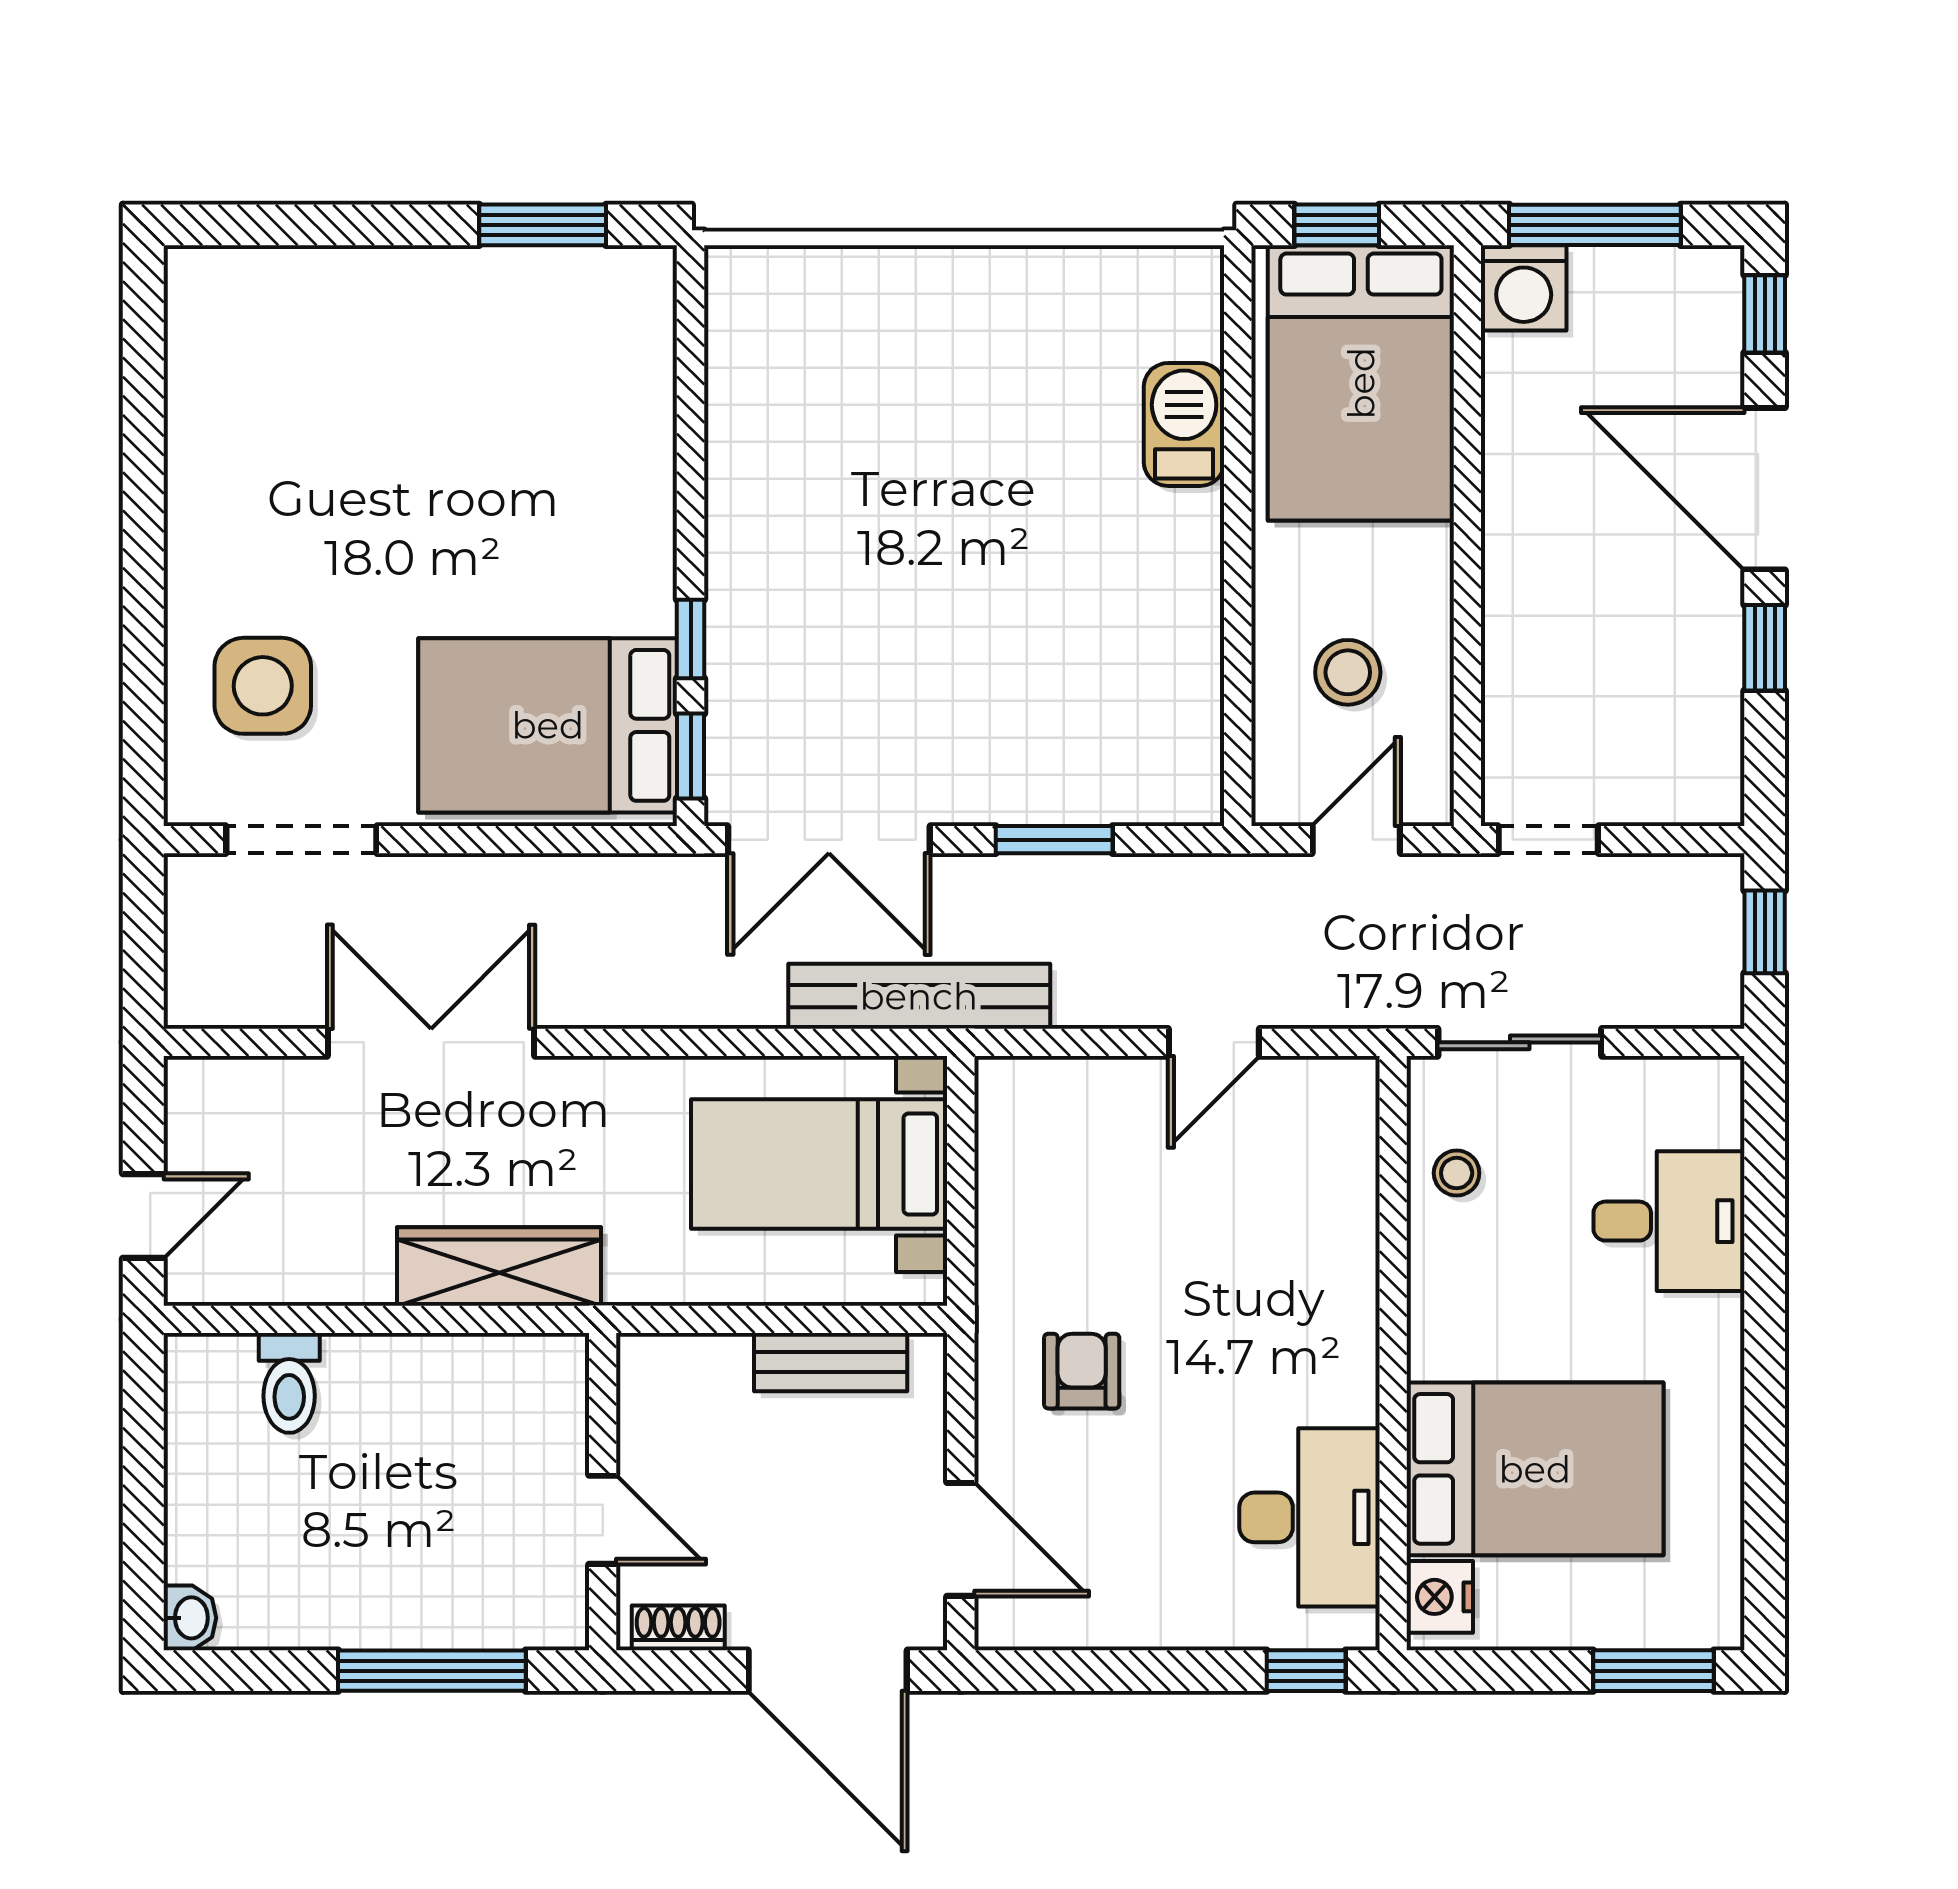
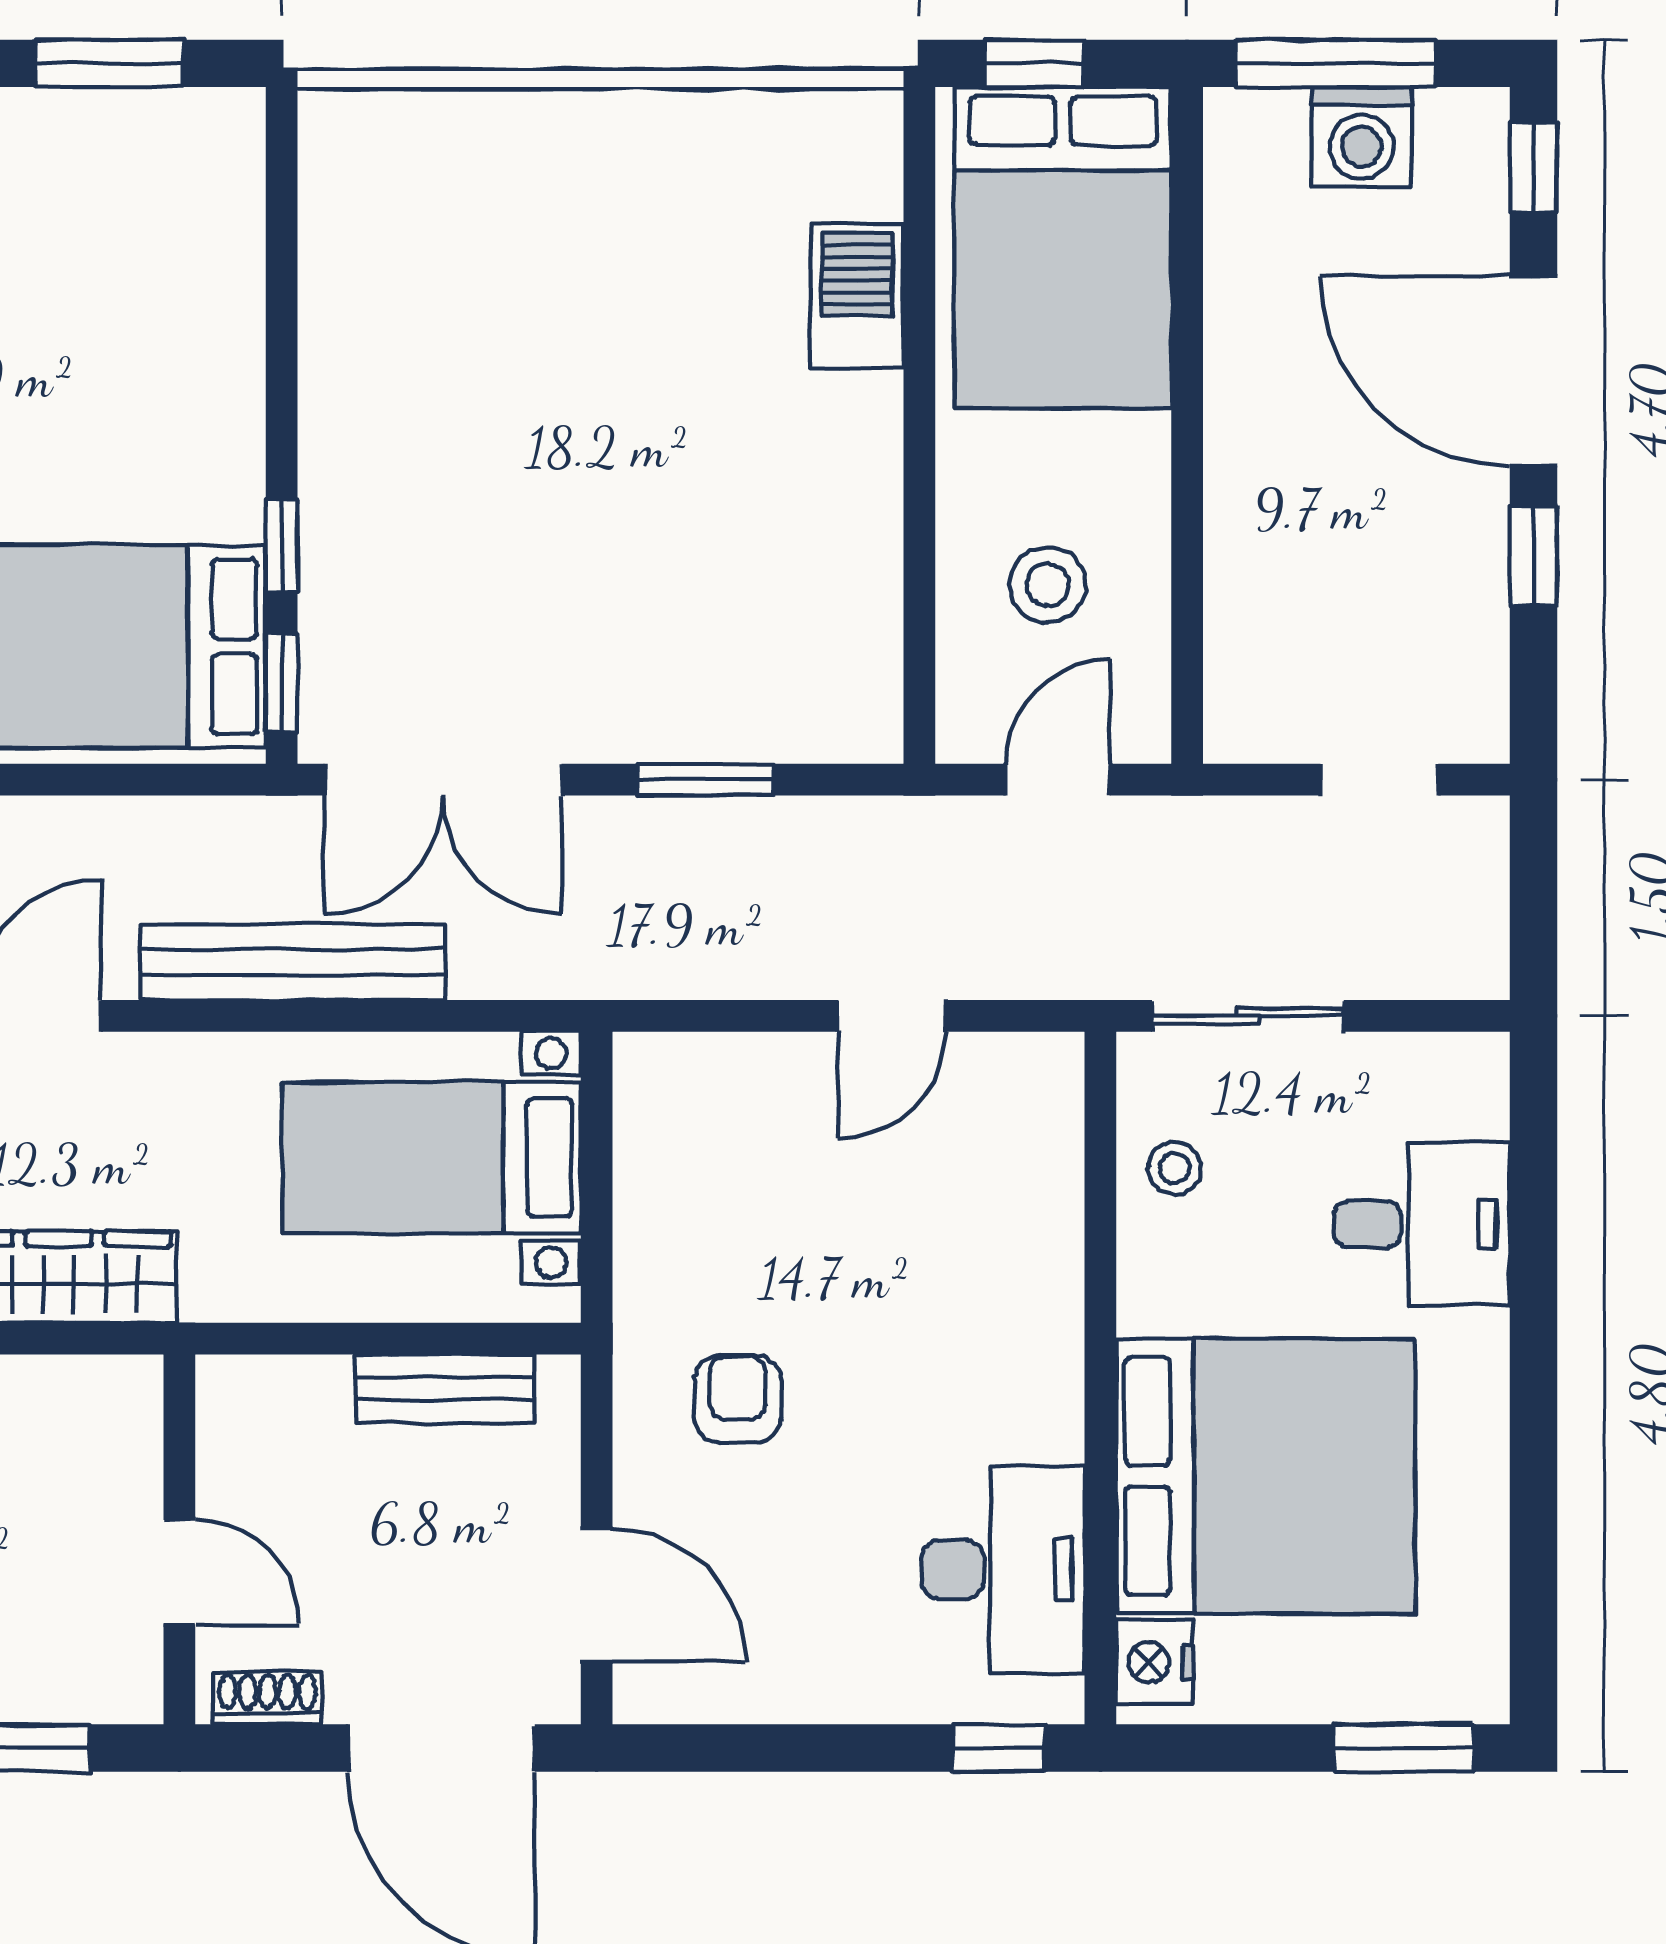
washing machine: (1524, 288) -> (1362, 137), moved
doorway: (1548, 840) -> (1379, 780), moved
window: (1765, 932) -> (1533, 887), removed
bench: (919, 996) -> (293, 962), moved
bed: (1535, 1469) -> (1266, 1476), width x1.36

